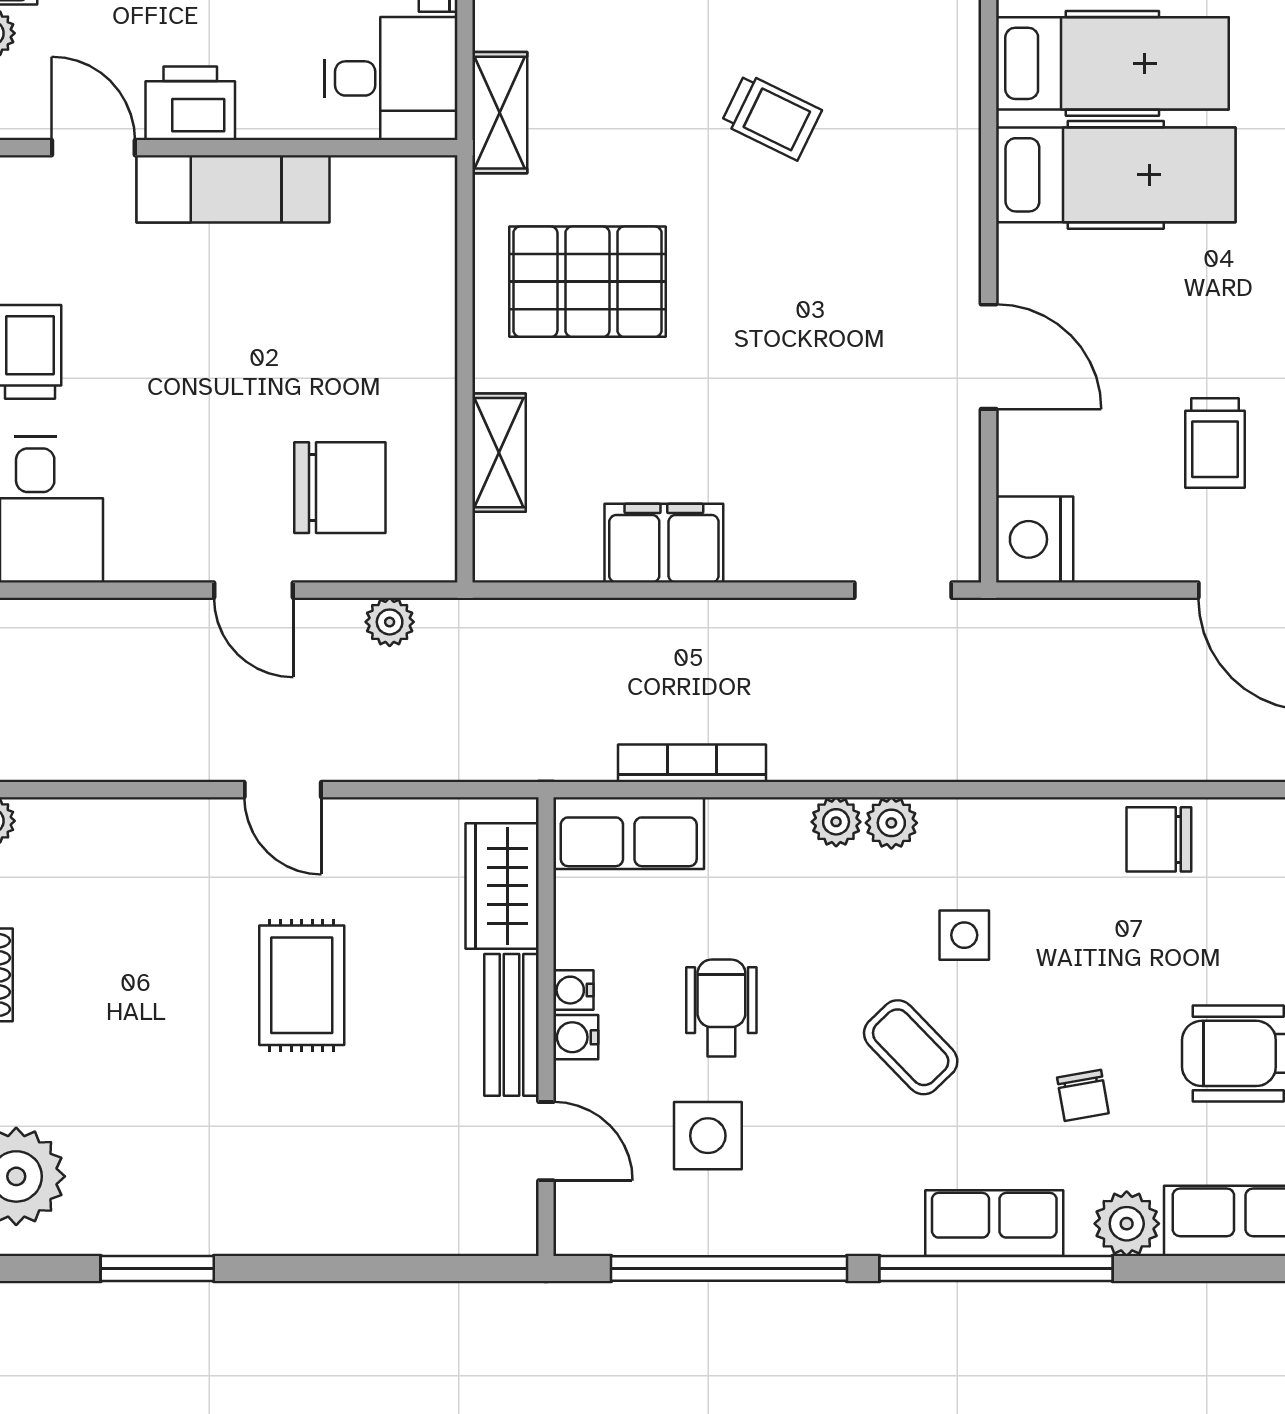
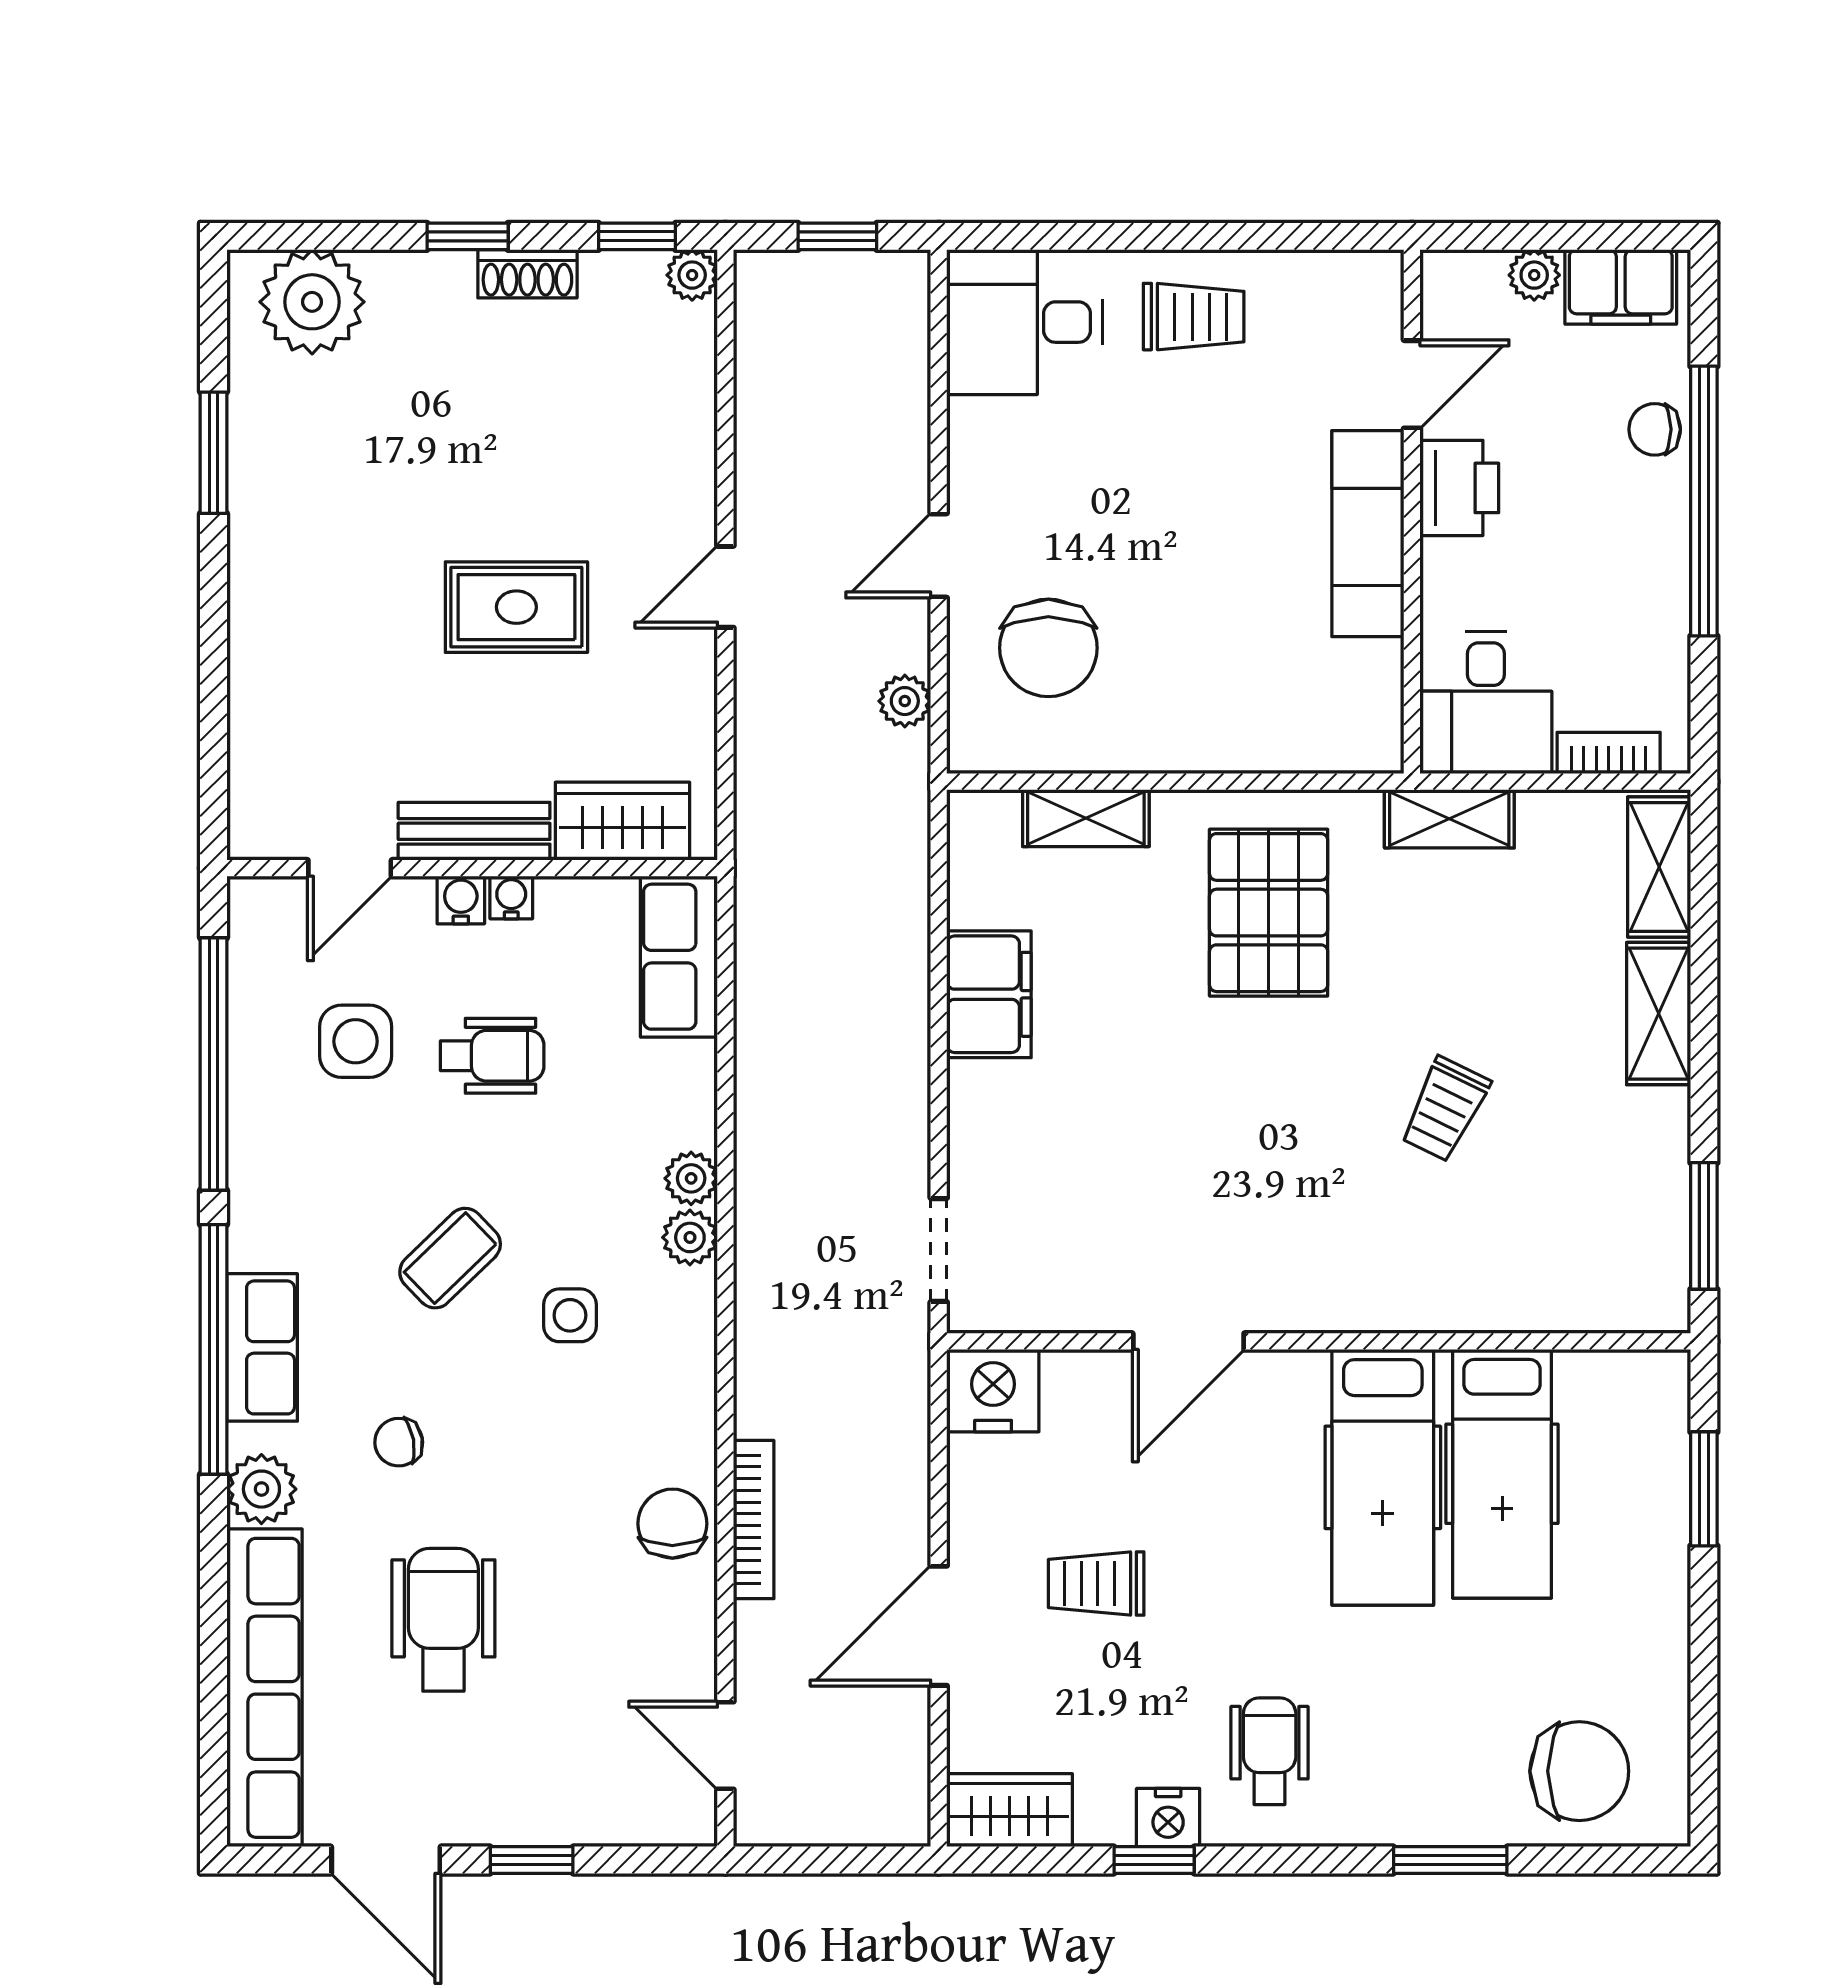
bookcase: (692, 763) -> (754, 1520), moved

